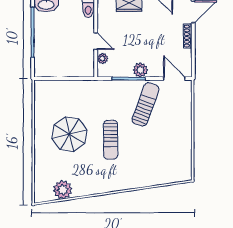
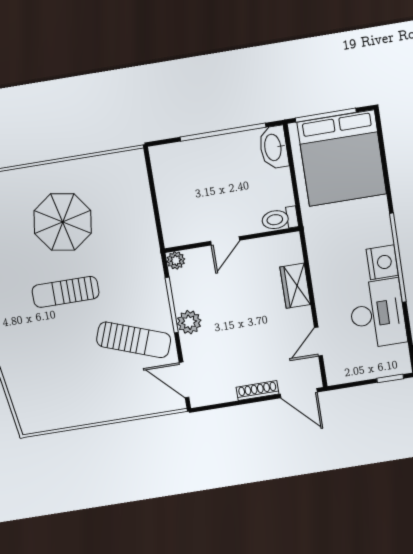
plant: (103, 58) -> (176, 260), moved
door: (174, 79) -> (184, 380), swing flipped

